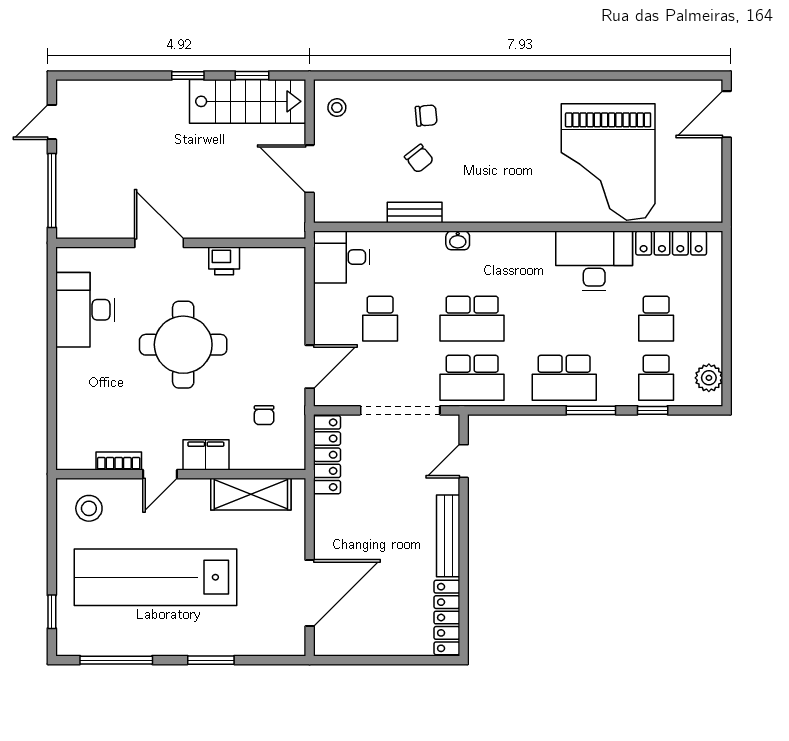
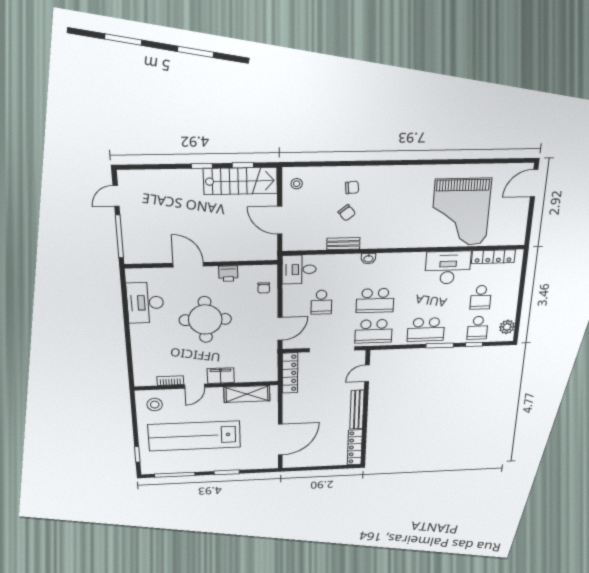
chair: (264, 415) -> (264, 288), moved

